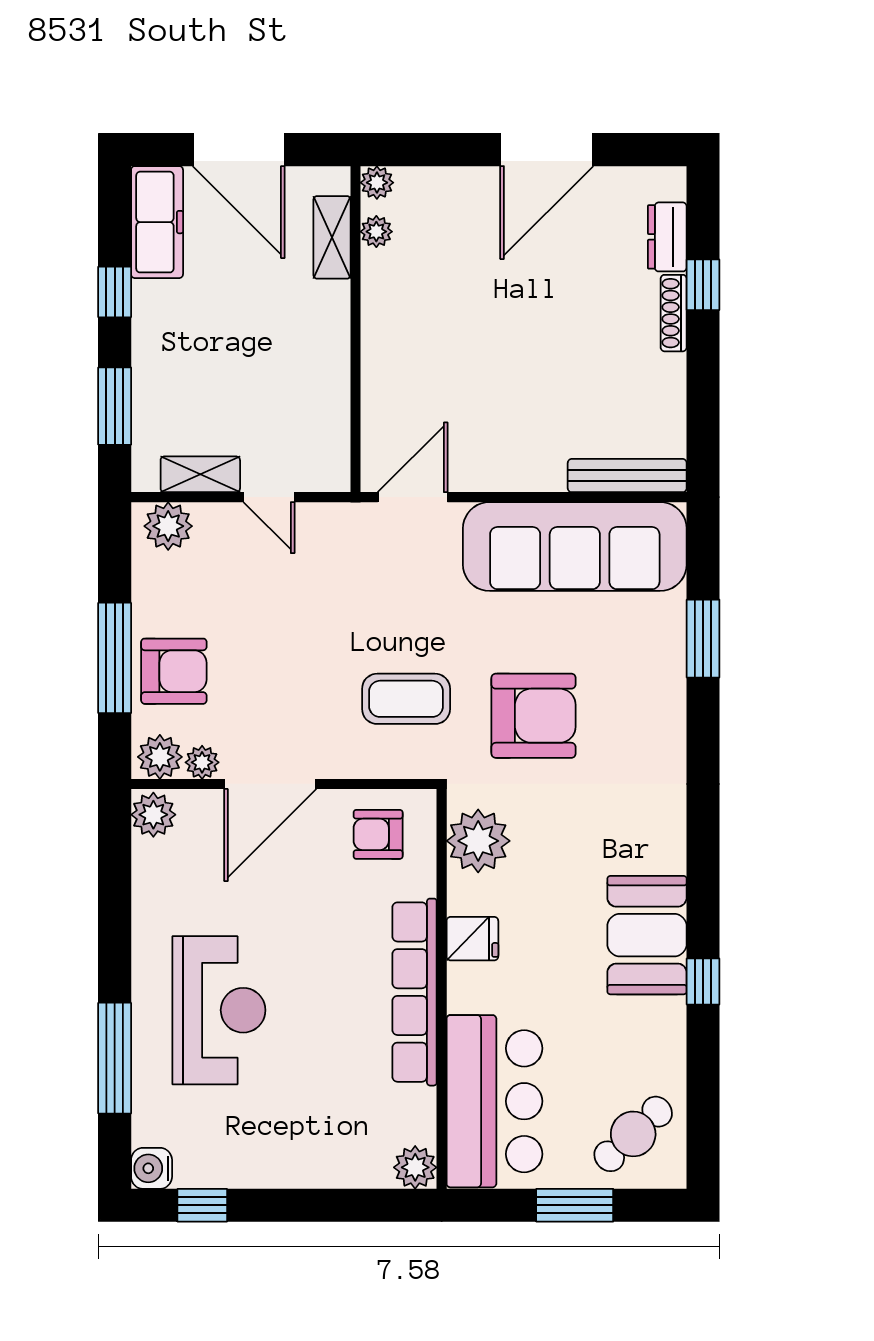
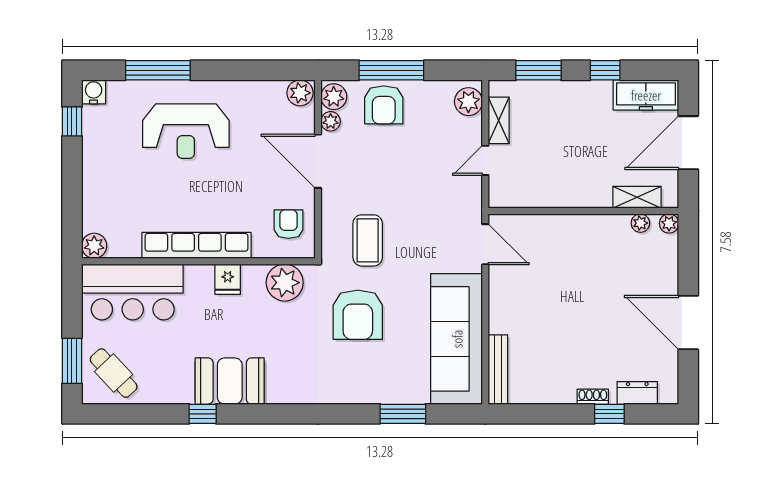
shoe rack: (674, 313) -> (593, 397), width x0.70
window: (575, 1205) -> (72, 361), moved

